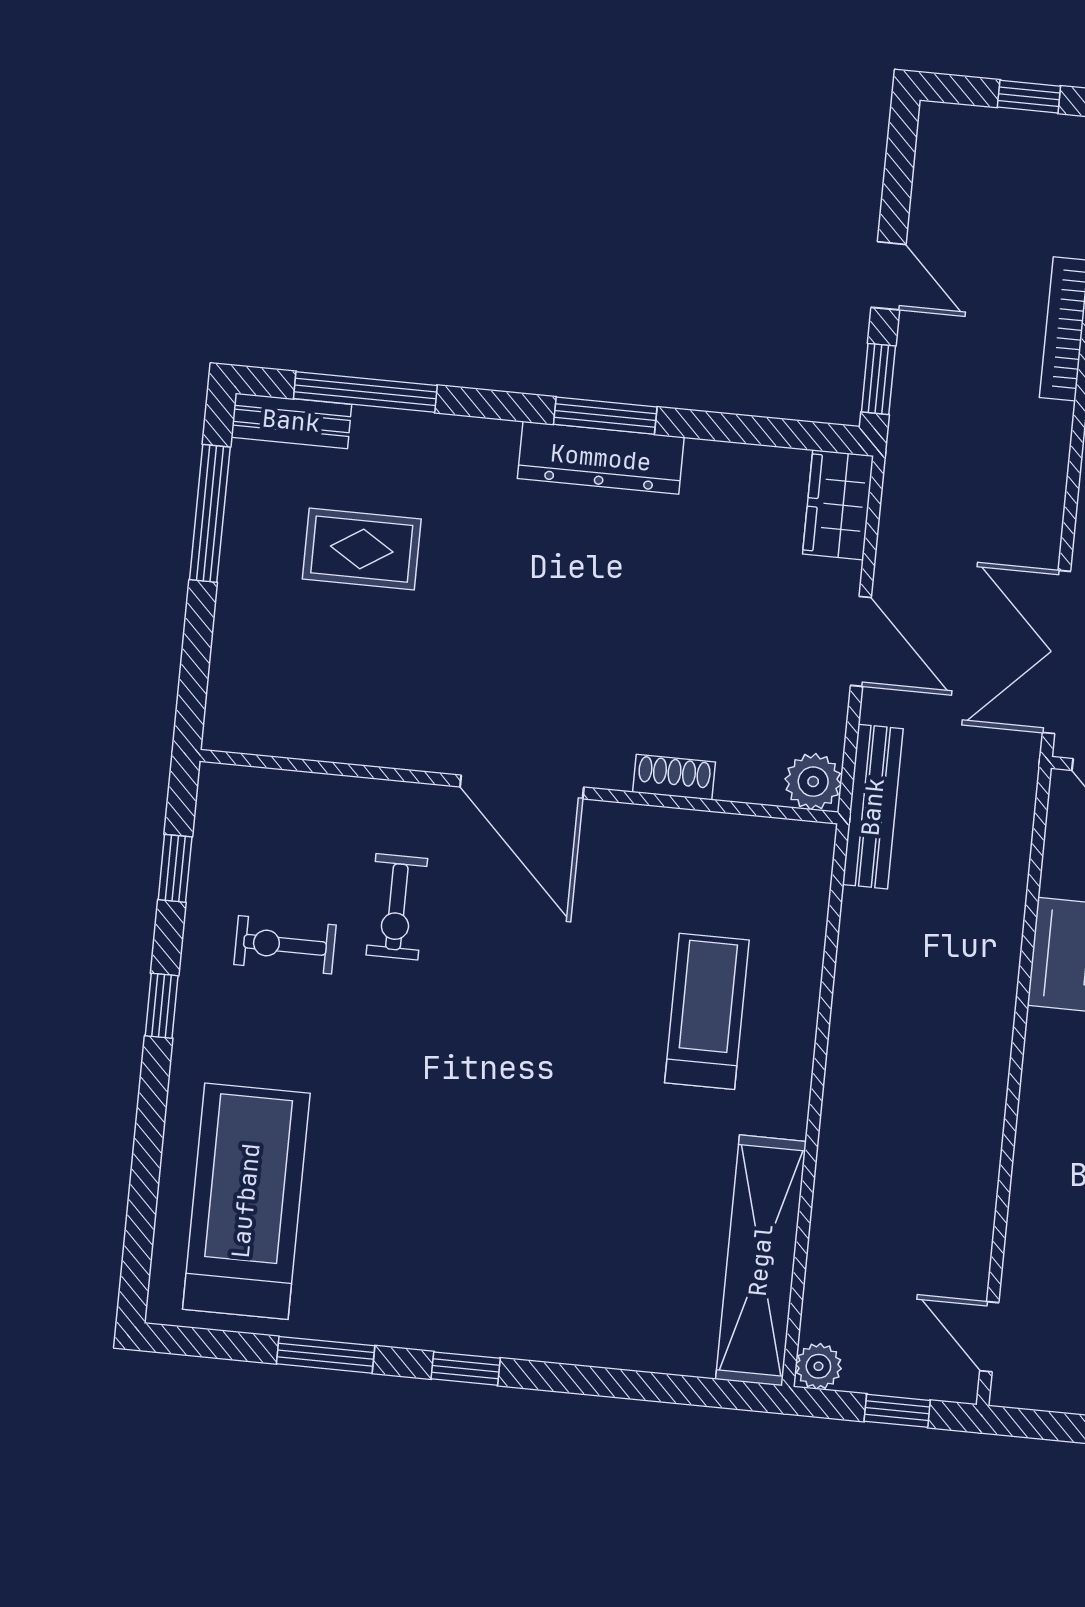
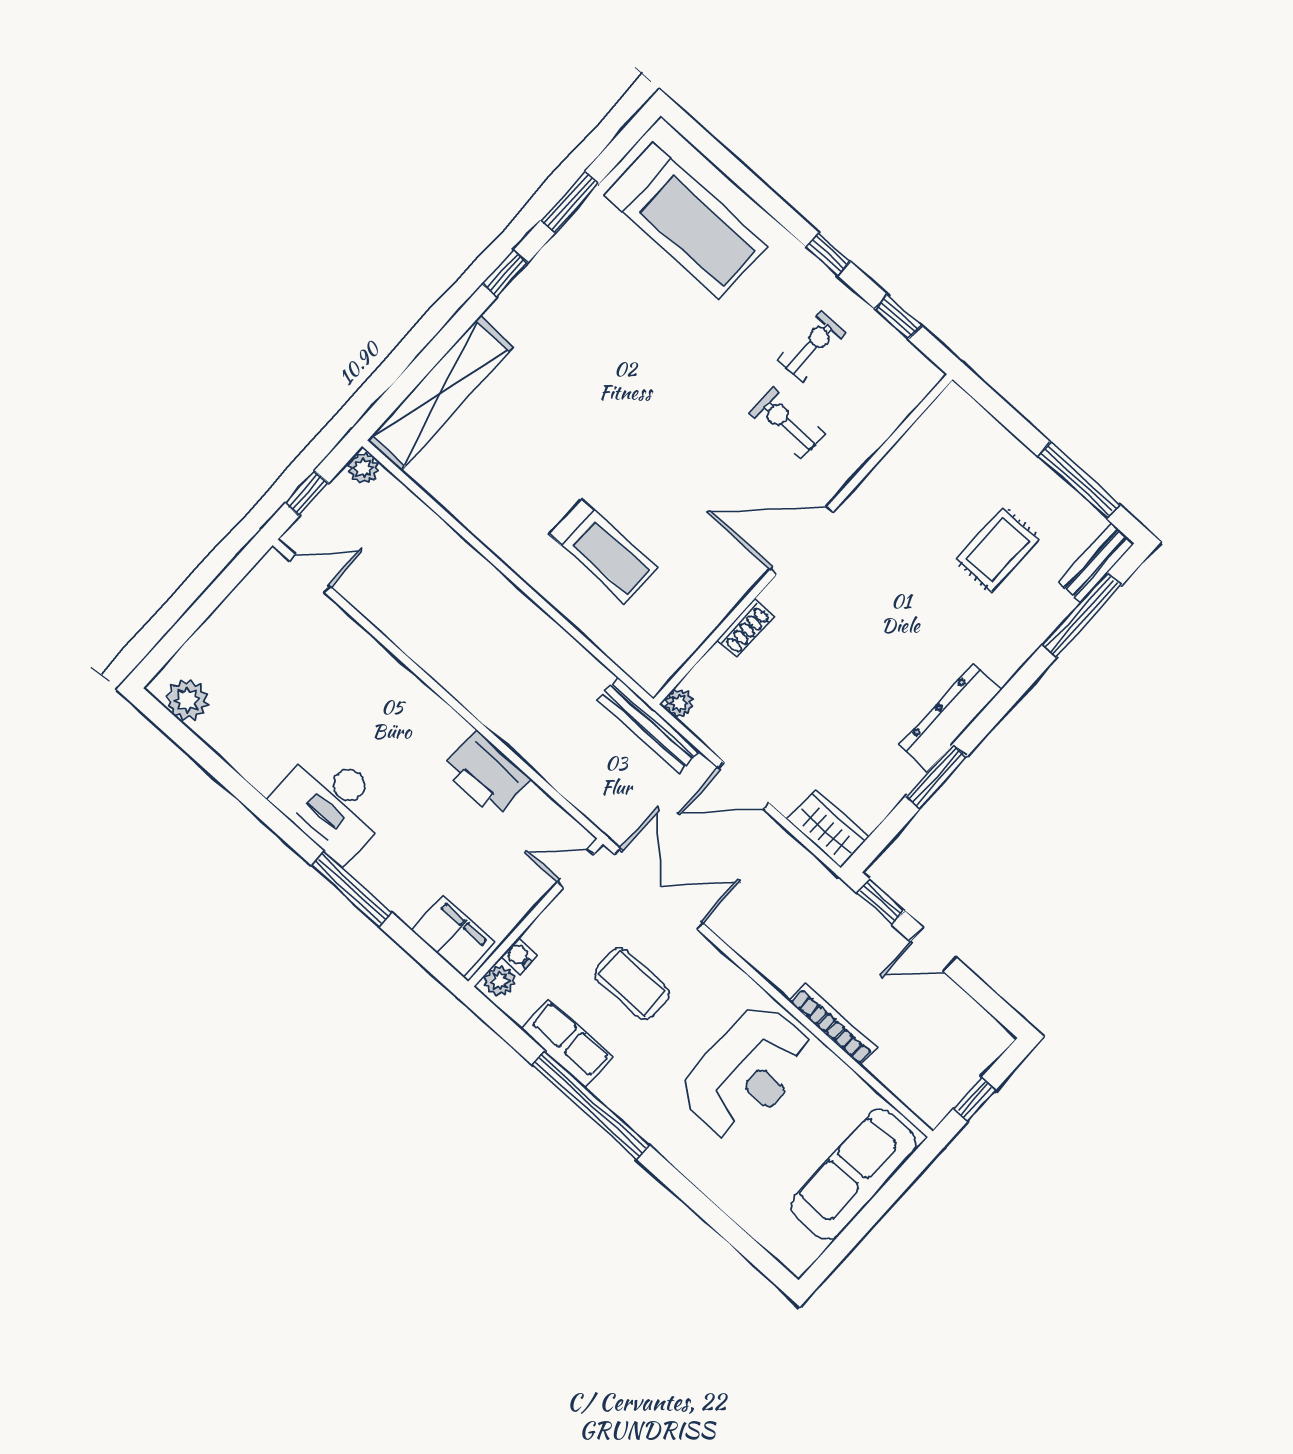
window: (605, 416) -> (936, 776), moved
plant: (813, 782) -> (679, 703), width x0.73, depth x0.73
shelving: (761, 1260) -> (440, 393), moved, turned 90

